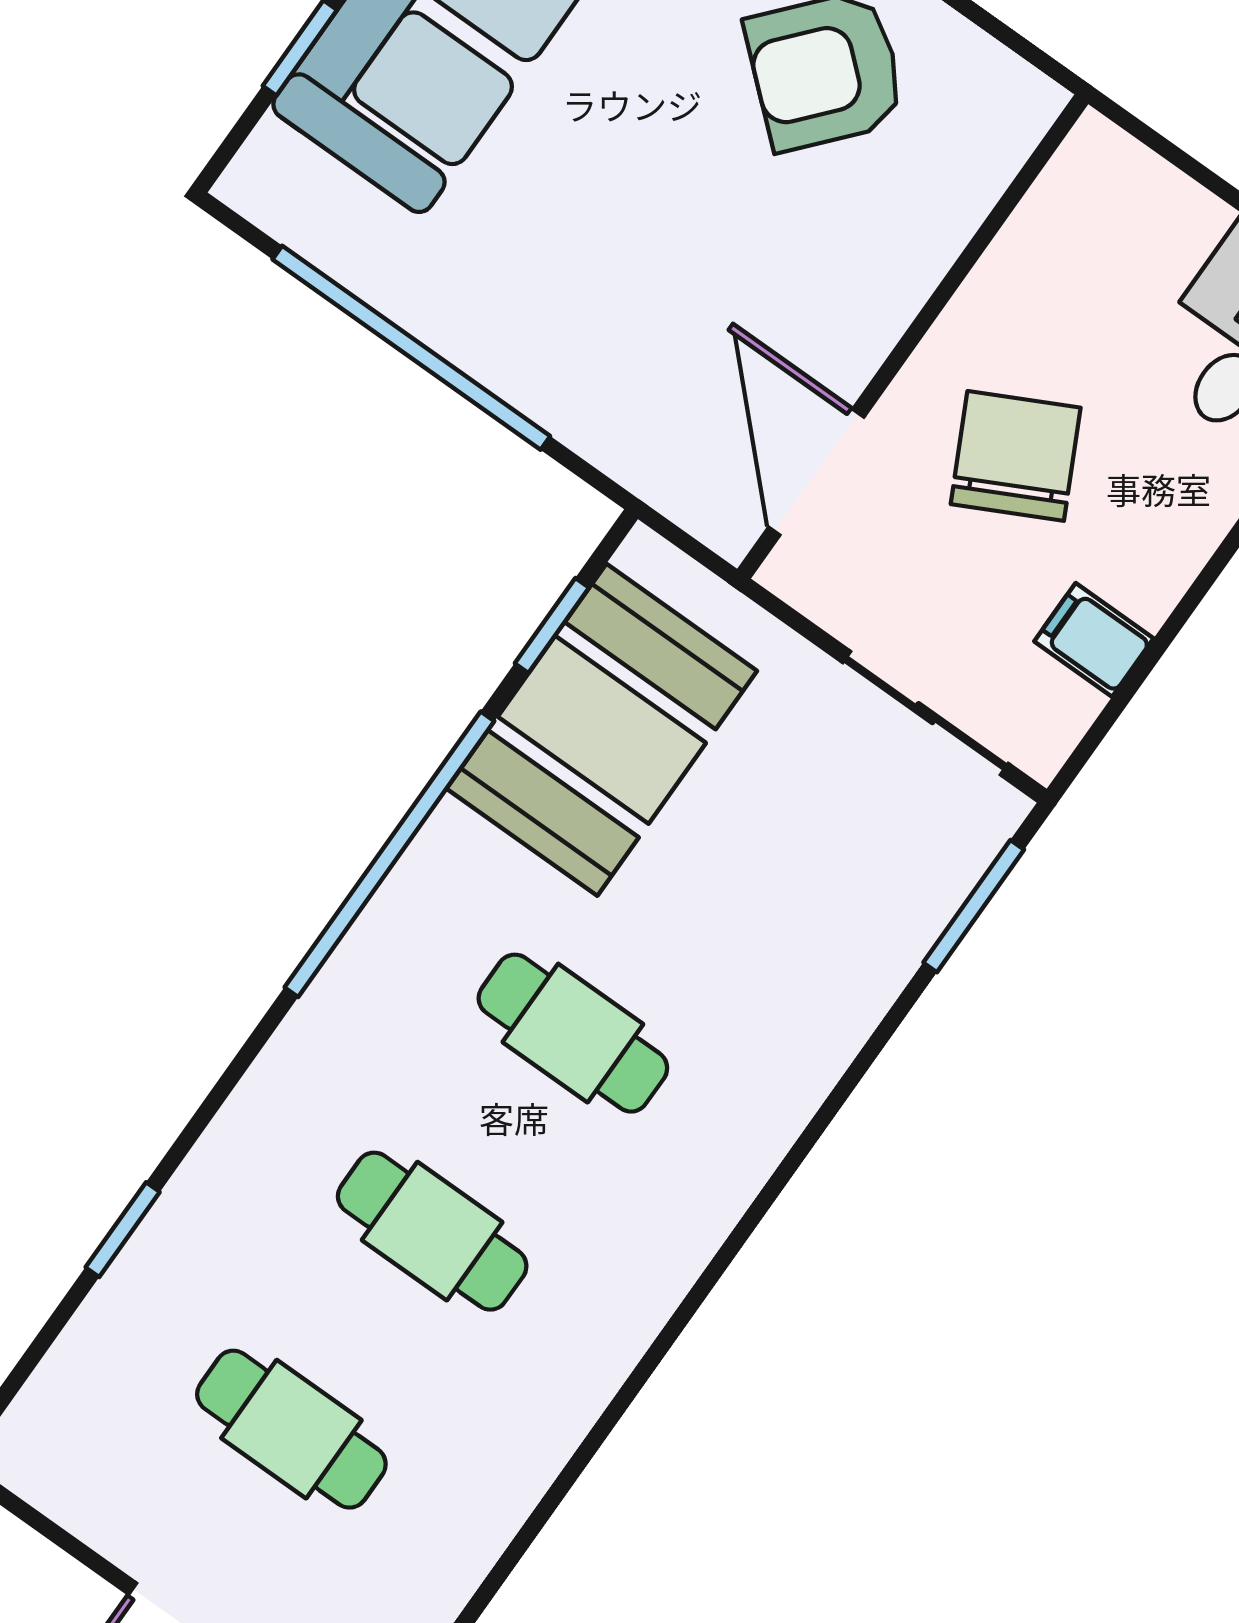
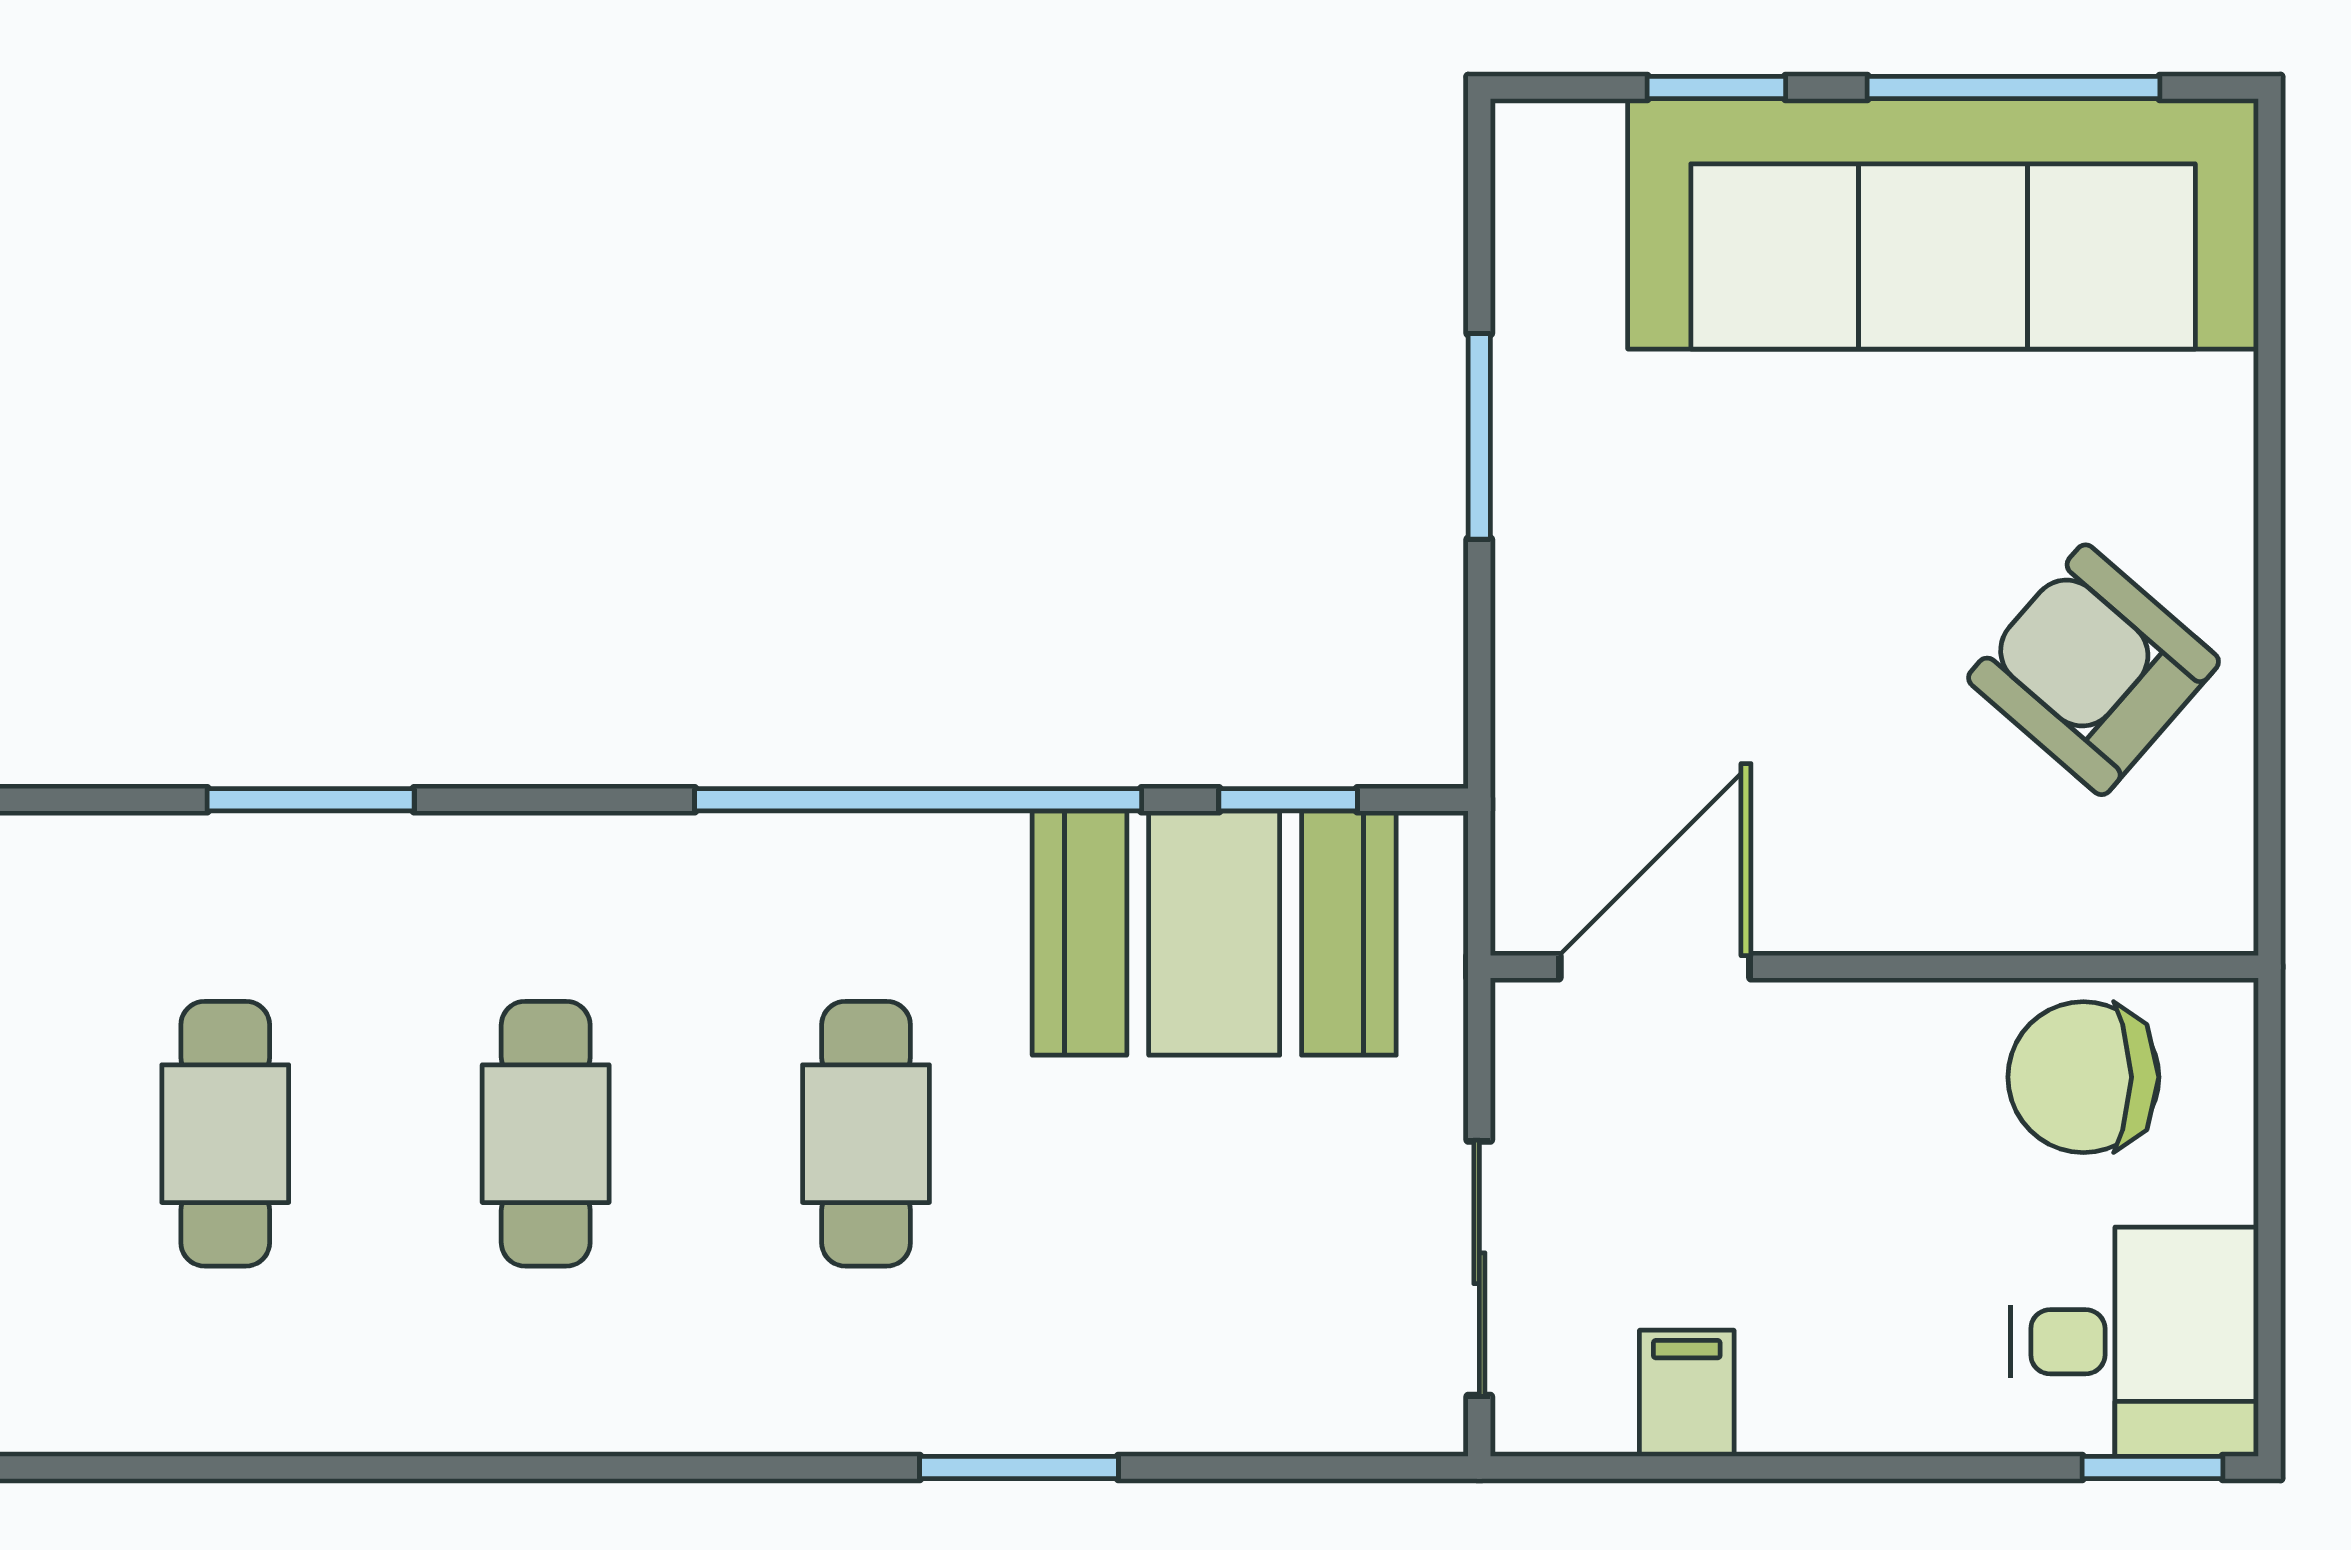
window: (411, 348) -> (1479, 436), width x0.47
chair: (1016, 456) -> (2083, 1077), moved, turned -153
window: (974, 906) -> (1019, 1468), moved
window: (123, 1230) -> (311, 800), width x1.50

